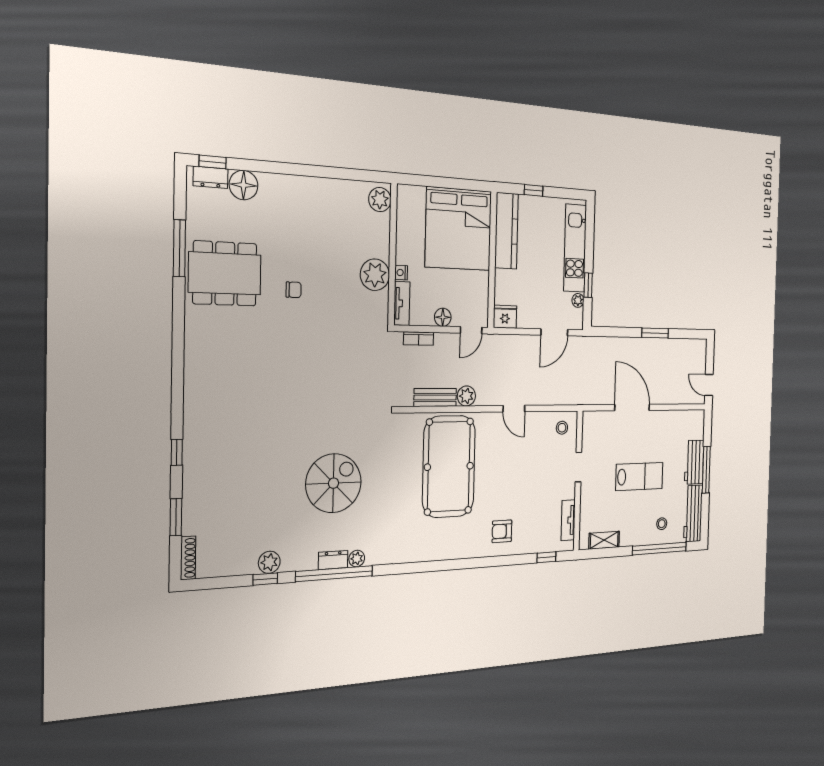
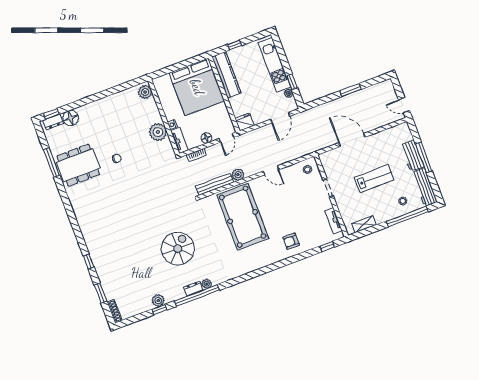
bench: (435, 397) -> (215, 184), width x1.36

